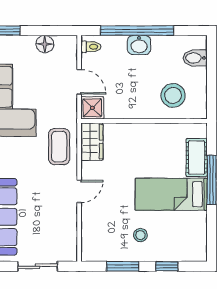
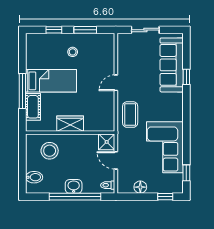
wardrobe: (92, 142) -> (70, 124), moved, turned 90

